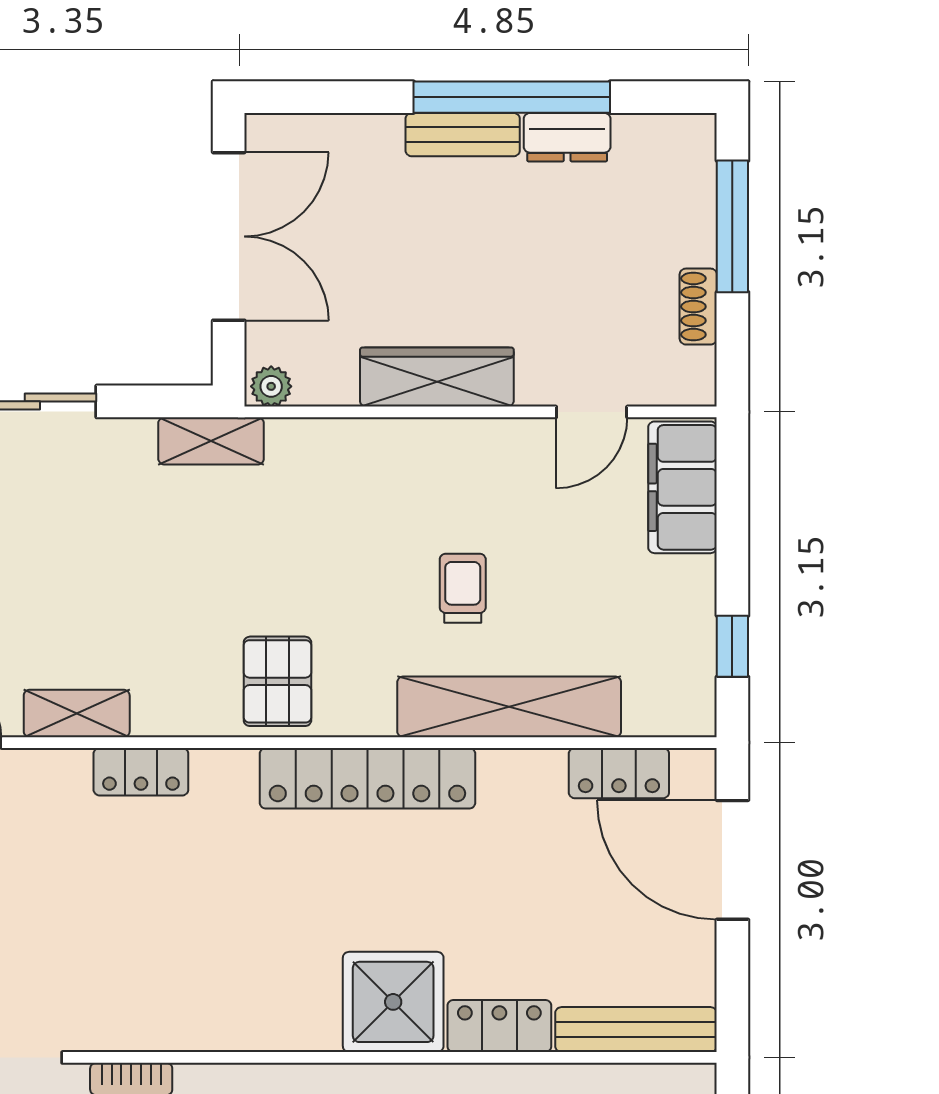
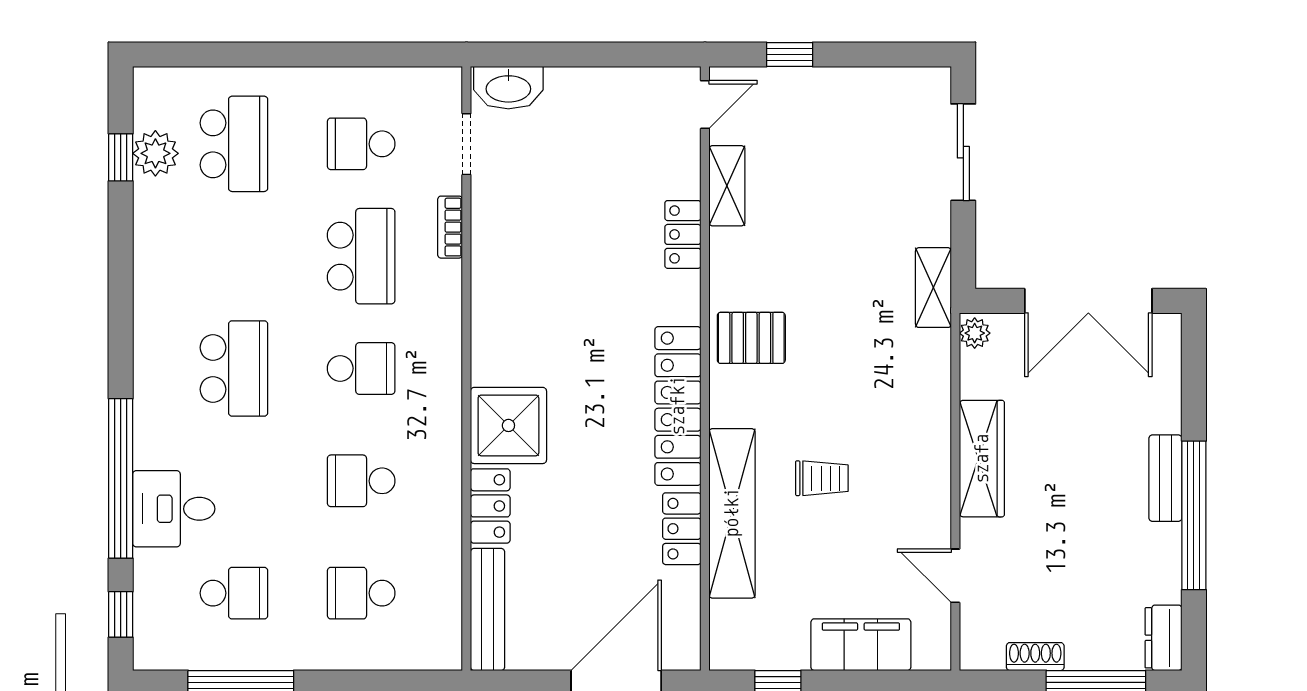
dresser: (567, 137) -> (1163, 638), moved
filing cabinet: (683, 487) -> (861, 645), moved
locker: (619, 773) -> (682, 529), moved

